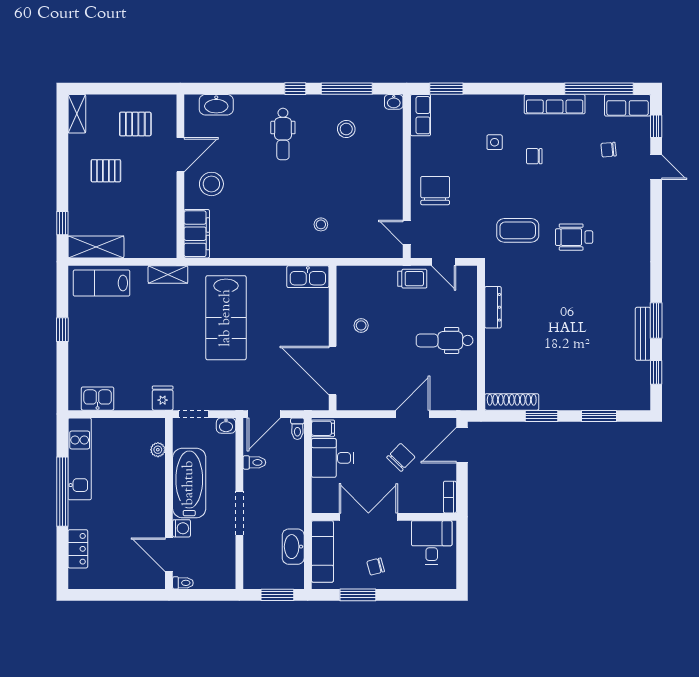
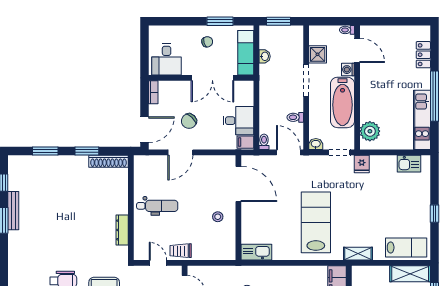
door: (264, 414) -> (288, 152), hinge flipped
plant: (158, 450) -> (370, 131), width x1.87, depth x1.87
washbasin: (293, 547) -> (265, 56), width x0.52, depth x0.69
shower: (224, 549) -> (318, 54), added

